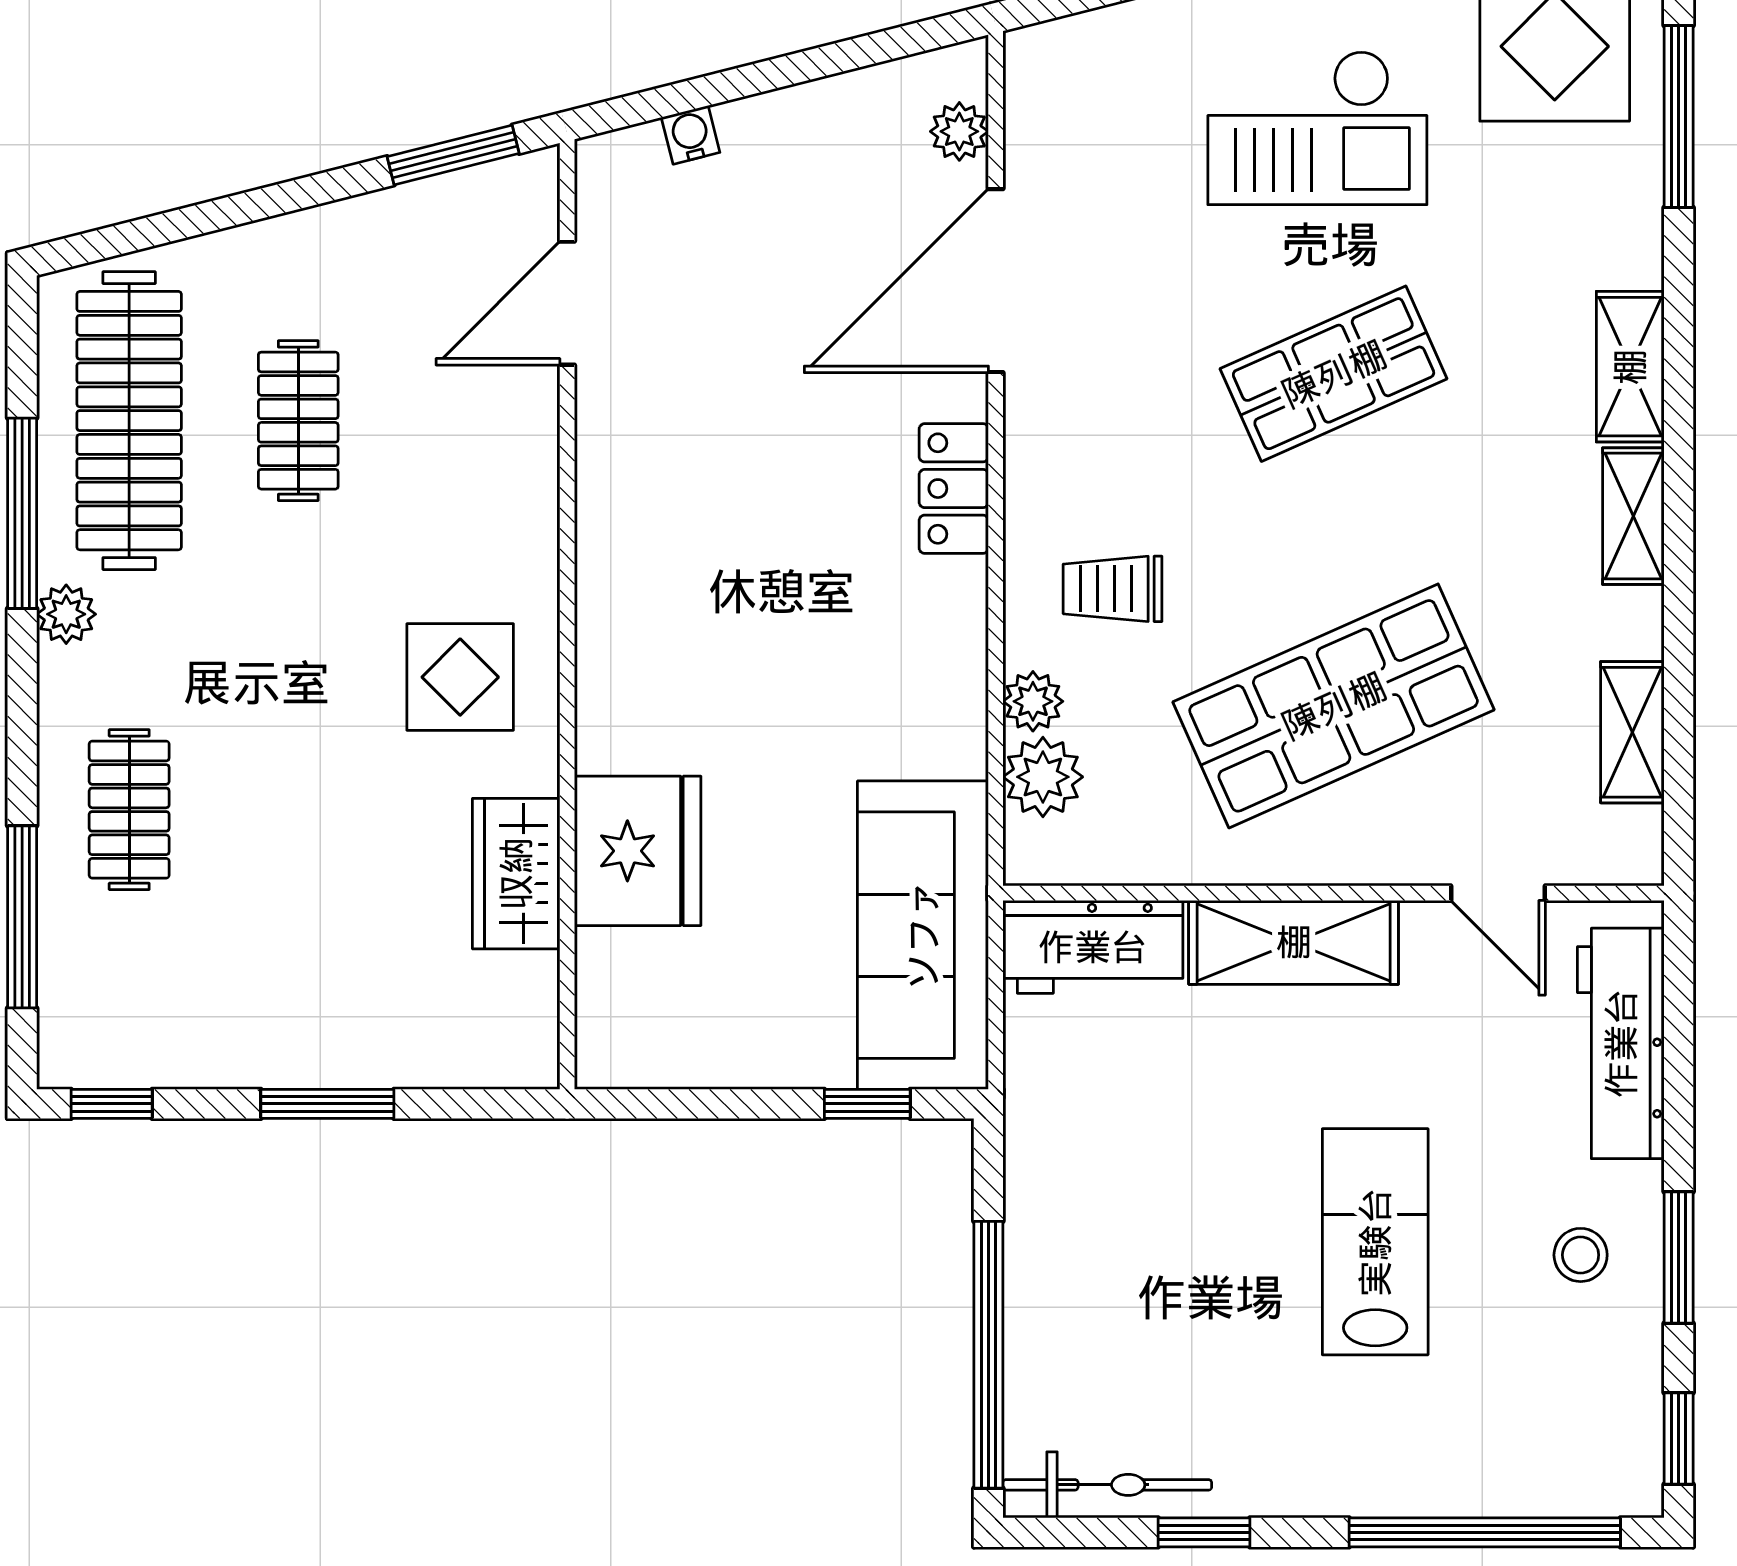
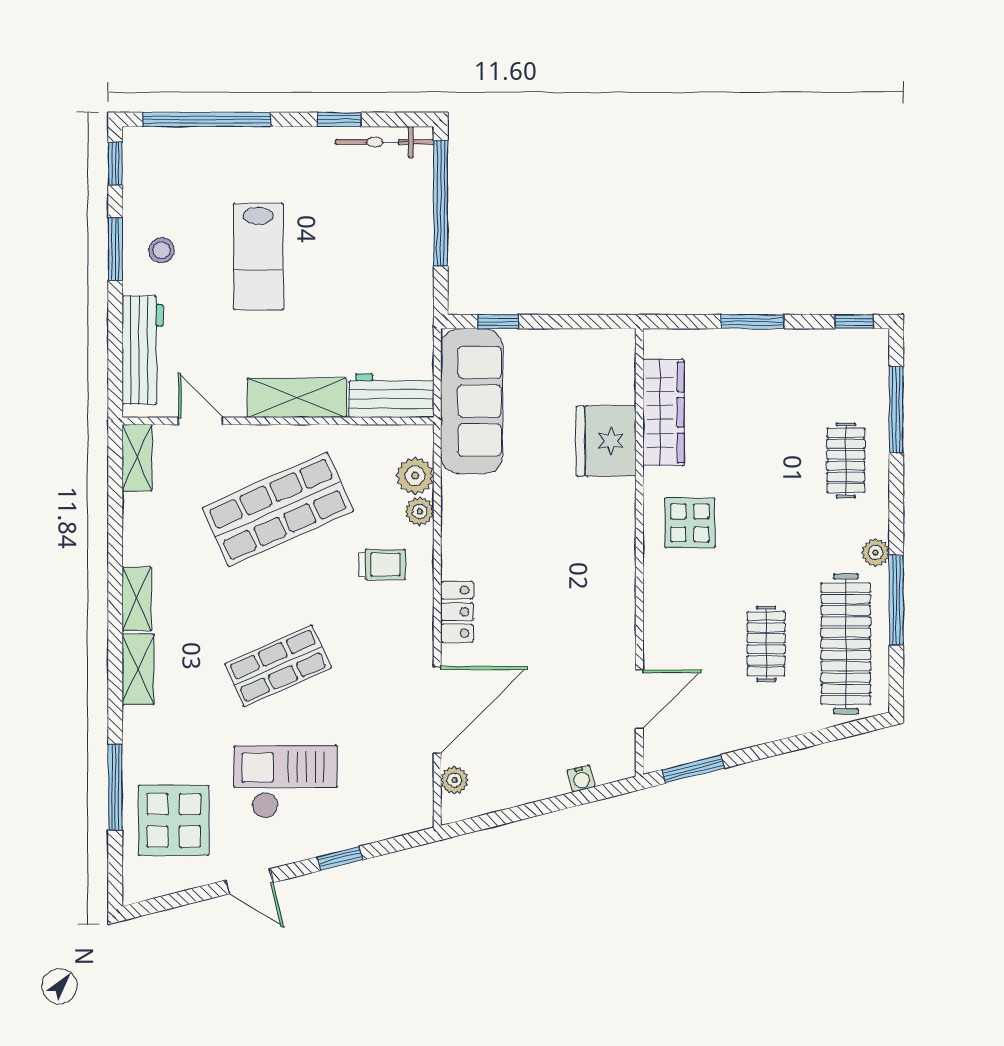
shelving: (1632, 732) -> (137, 458), moved
wardrobe: (516, 874) -> (663, 412), width x1.50

